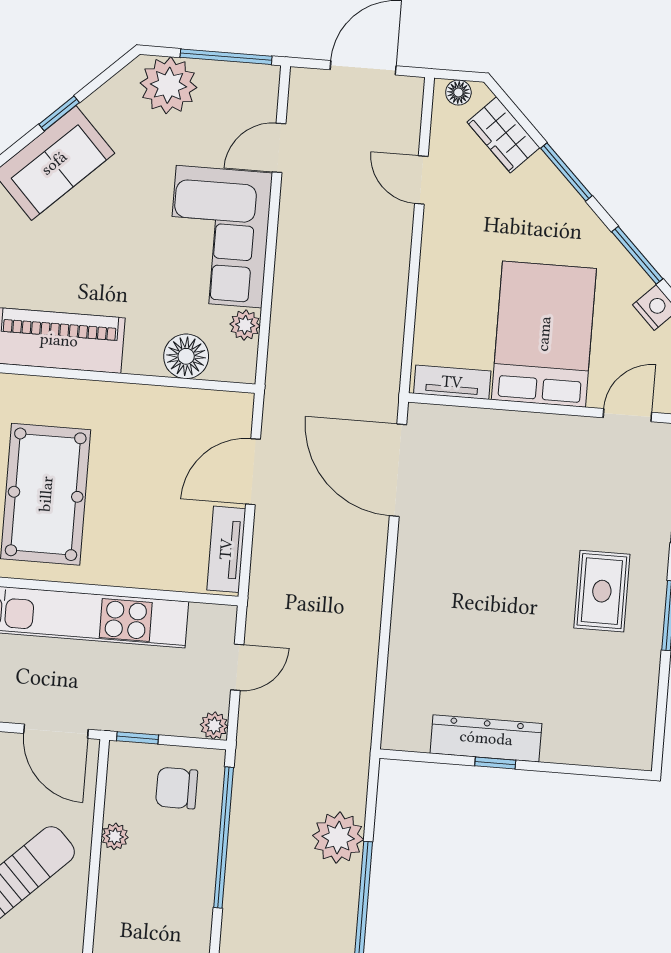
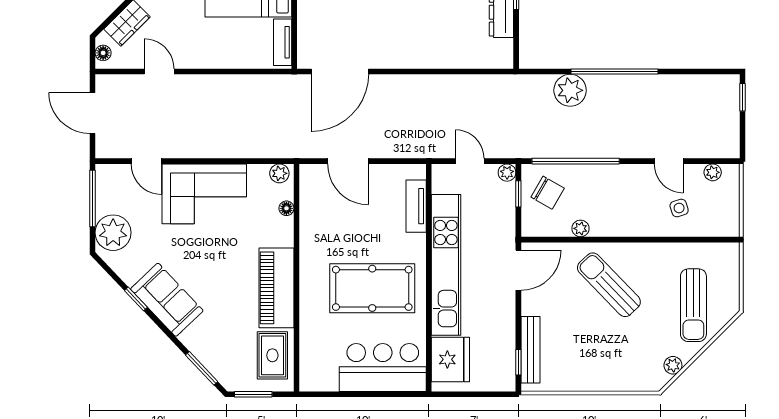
door: (421, 180) -> (159, 72), swing flipped
plant: (245, 325) -> (279, 173), moved
floor lamp: (186, 356) -> (286, 208), width x0.53, depth x0.53
tv unit: (226, 549) -> (416, 206), moved, turned 90
window: (137, 738) -> (518, 194), moved
chair: (177, 788) -> (548, 193), turned -60

